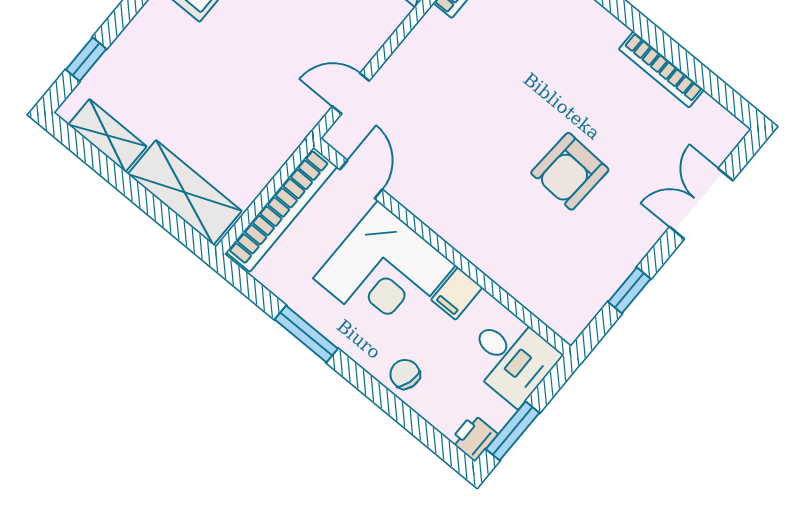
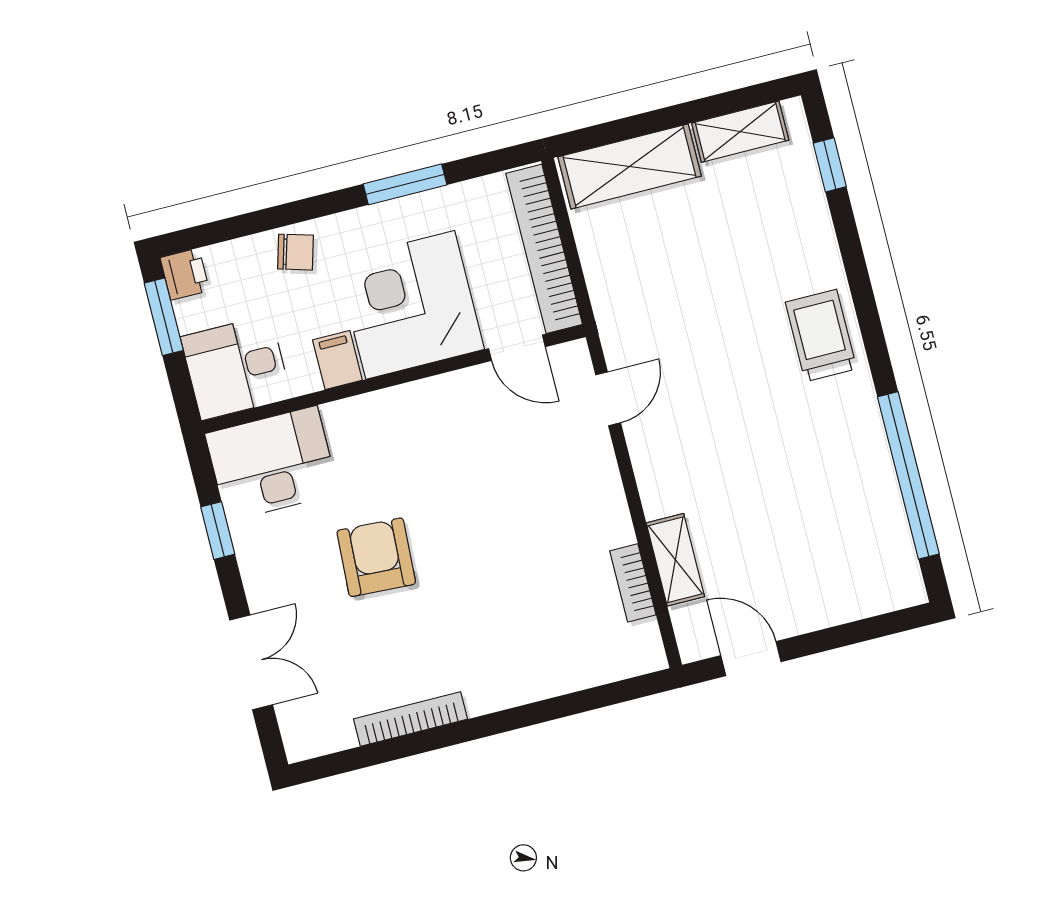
desk: (558, 287) -> (272, 464), added

